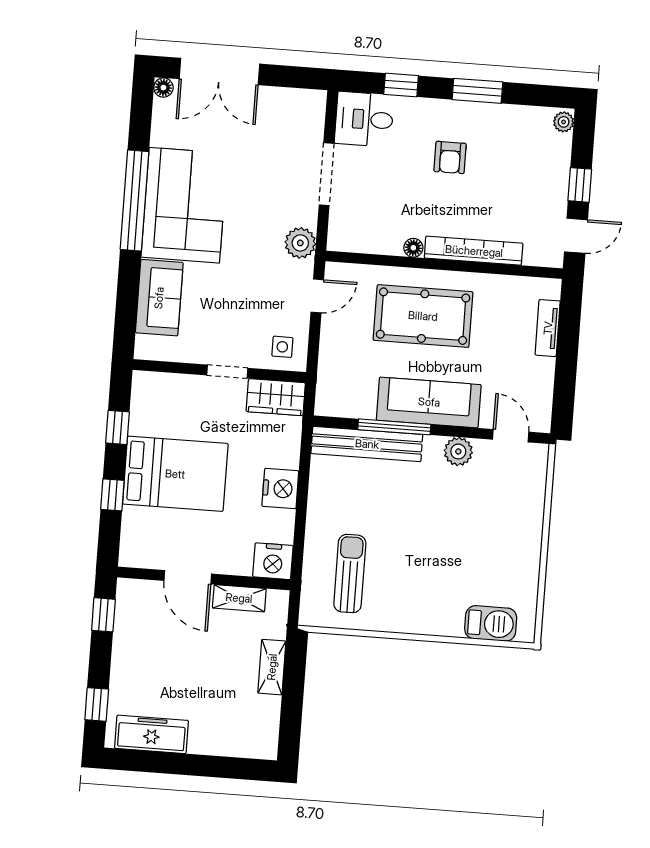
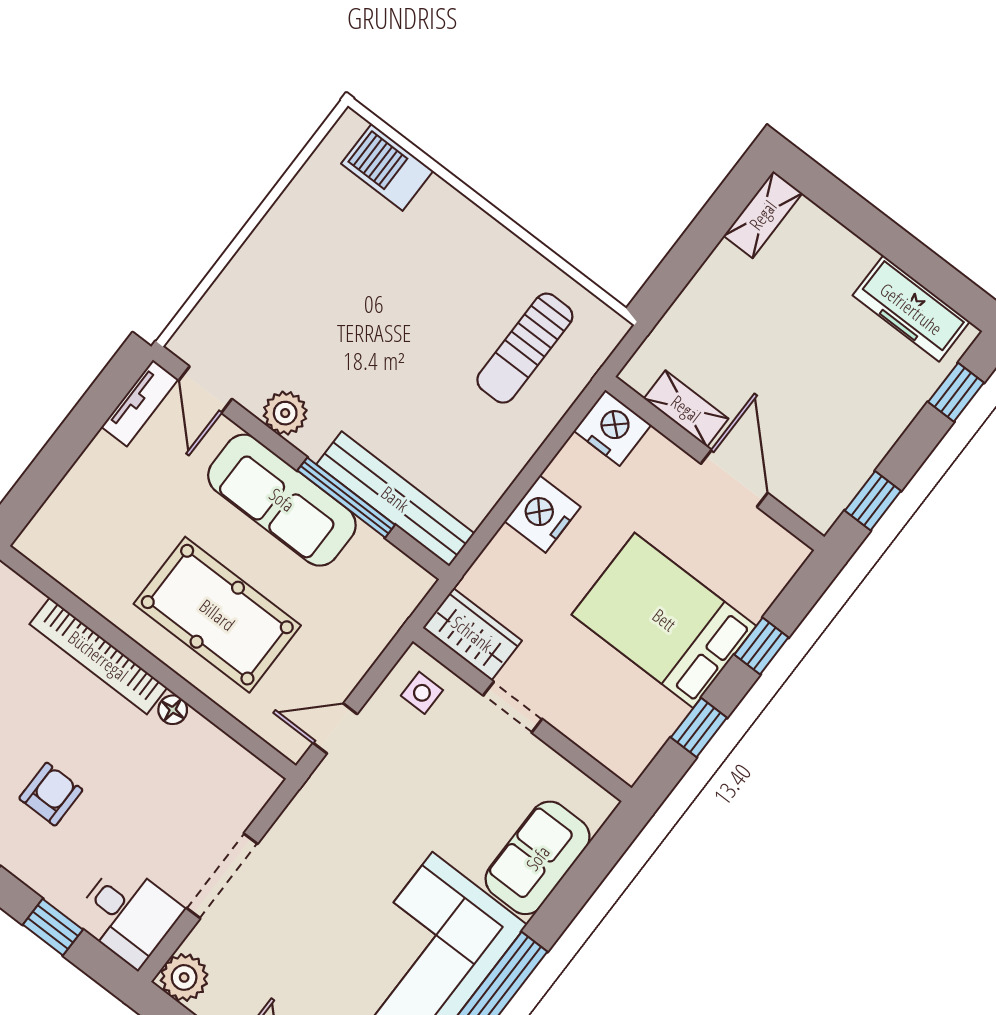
plant: (300, 243) -> (184, 977), moved
tv unit: (548, 328) -> (140, 403), moved
shelving: (272, 667) -> (763, 215), moved

